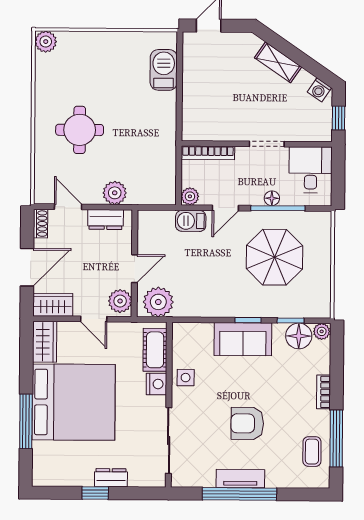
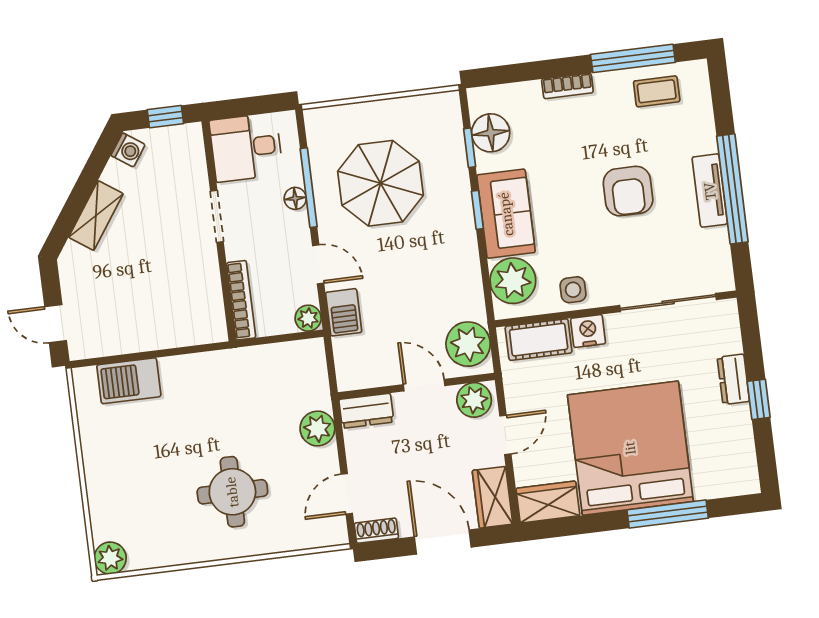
dresser: (105, 220) -> (366, 411), moved, turned 90
plant: (322, 331) -> (513, 281), moved, width x1.87, depth x1.87

